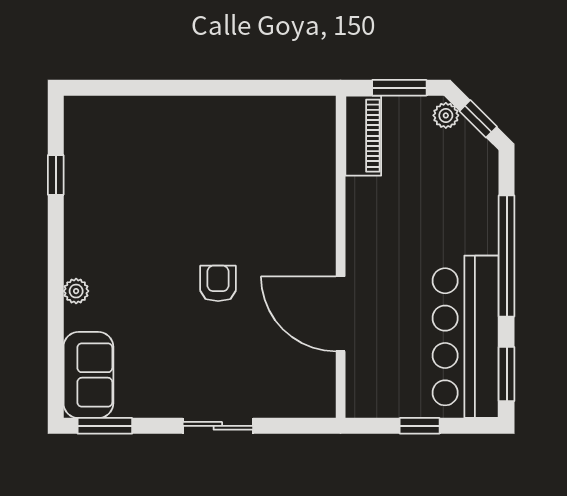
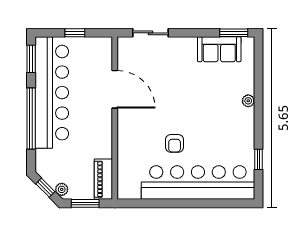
bar counter: (176, 129) -> (198, 183), added
armchair: (218, 283) -> (175, 143), moved
bar counter: (466, 337) -> (52, 93), width x1.36
sofa: (88, 375) -> (219, 49), moved, turned -90
sliding door: (218, 426) -> (150, 33), moved

